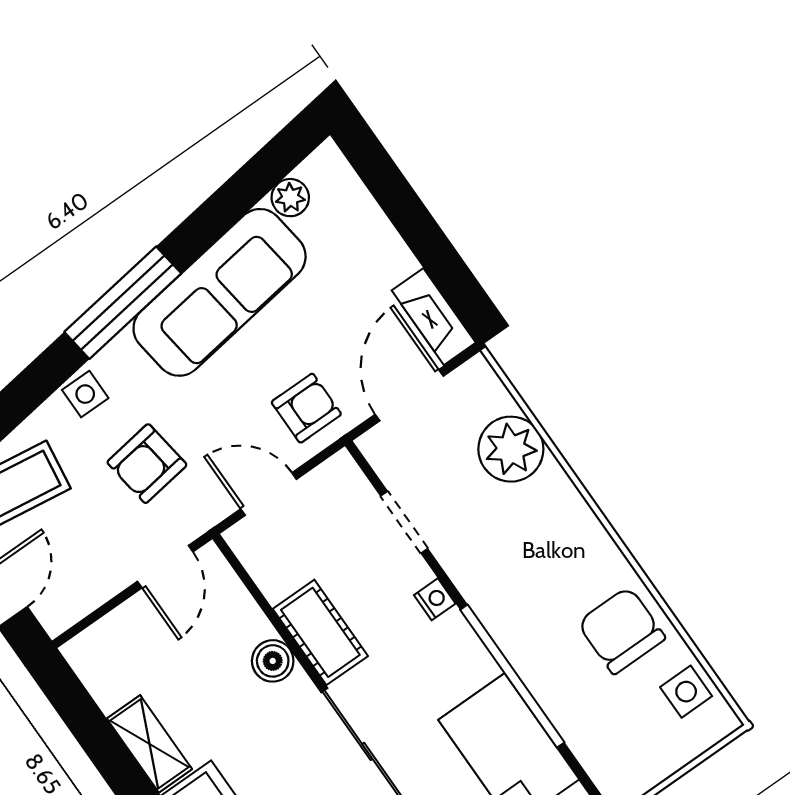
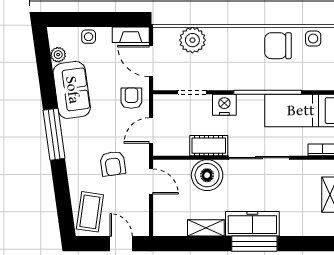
sofa: (220, 292) -> (72, 90), width x0.73
side table: (85, 394) -> (89, 37), moved
nightstand: (435, 599) -> (224, 105), width x1.89, depth x1.79
boiler: (273, 661) -> (207, 175), width x1.86, depth x1.86

